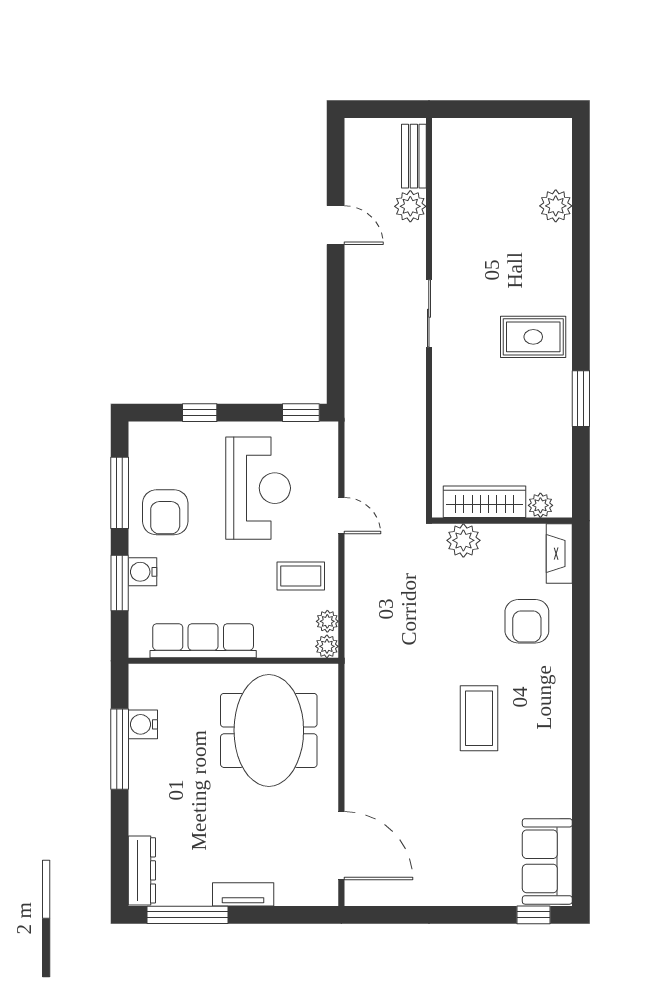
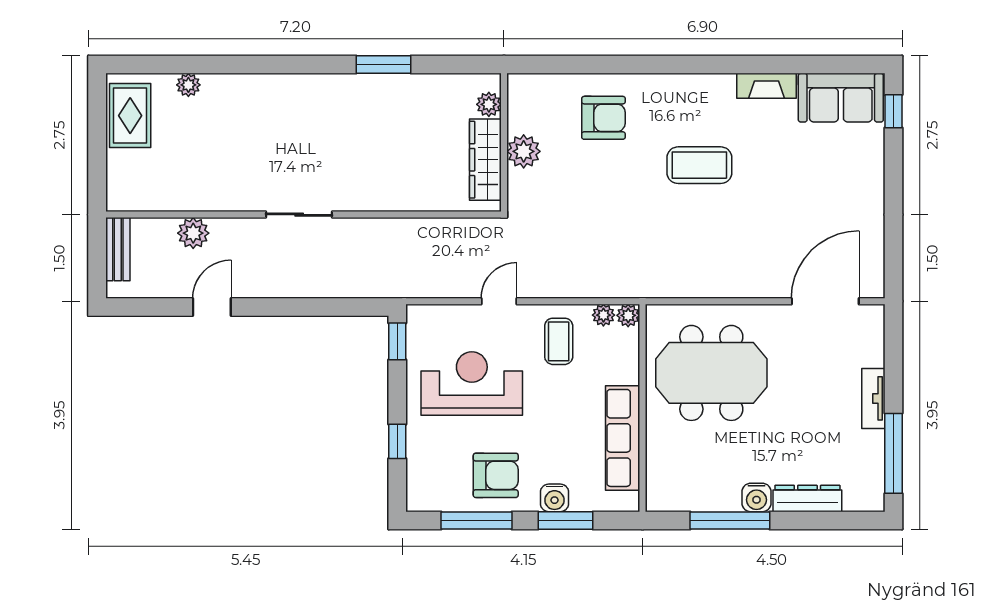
bench: (414, 156) -> (118, 249), moved, turned 90
plant: (556, 206) -> (188, 85), width x0.73, depth x0.73
rug: (533, 337) -> (130, 116), moved
plant: (463, 540) -> (524, 151), moved
fireplace: (559, 554) -> (767, 86), moved
water cooler: (143, 724) -> (757, 497), moved
dresser: (142, 870) -> (807, 498), moved

